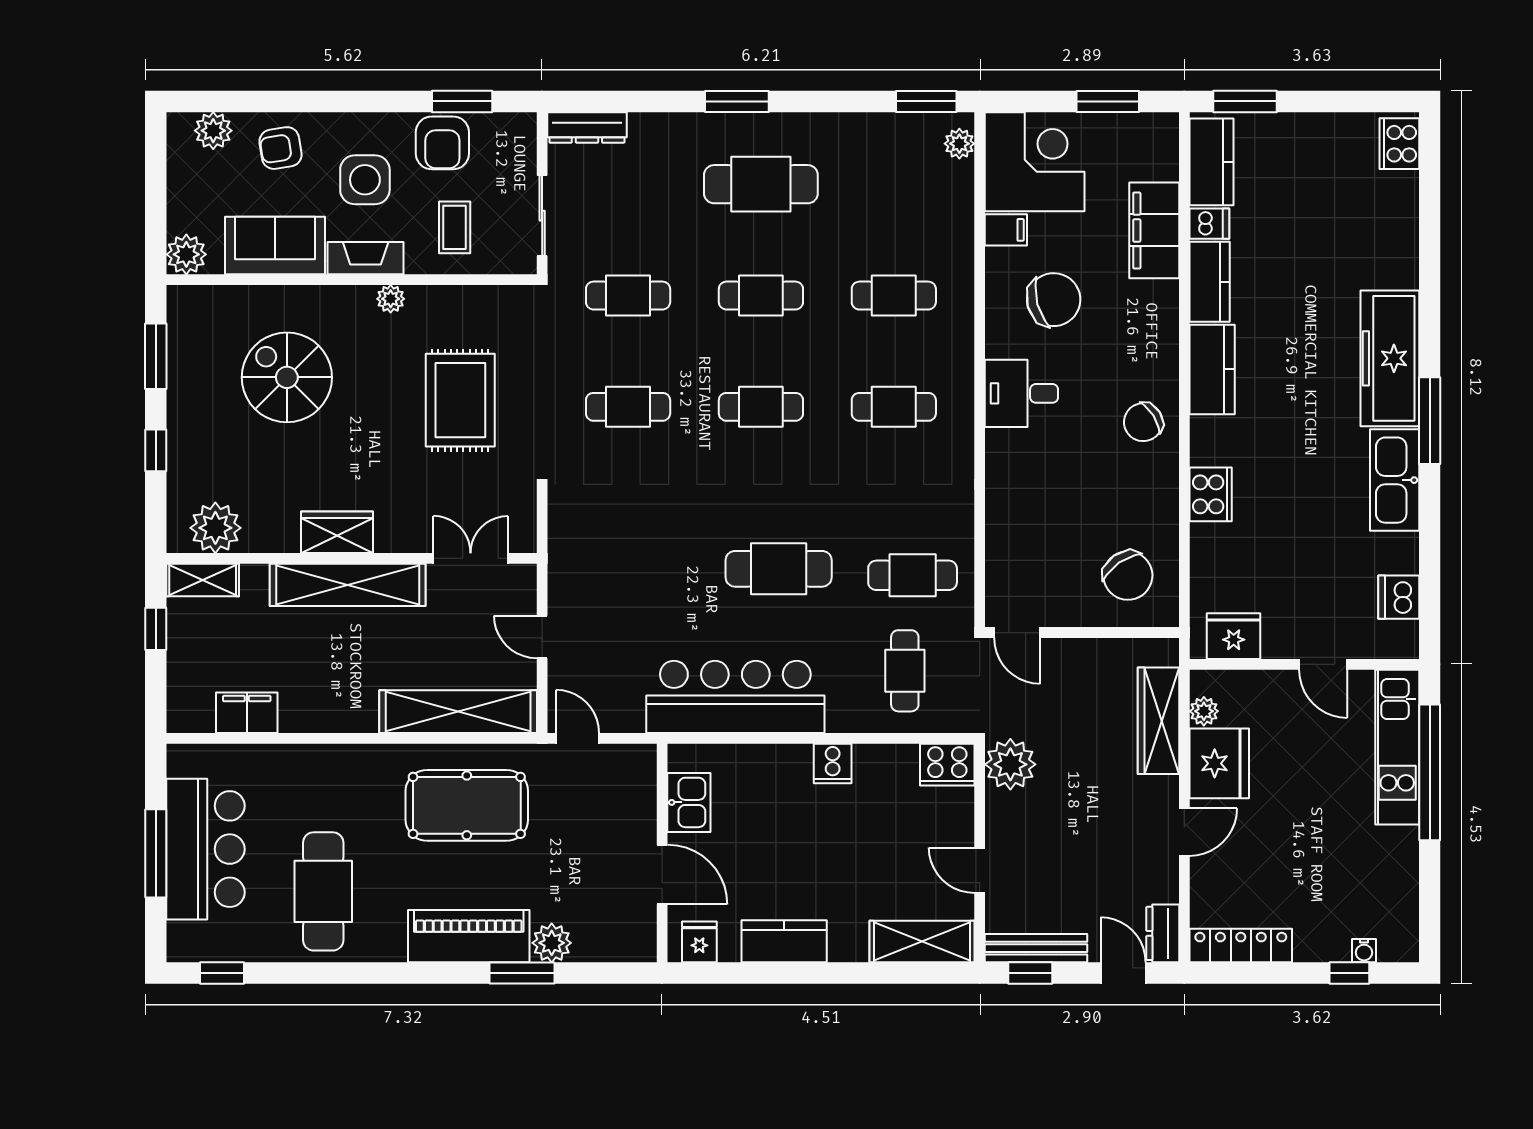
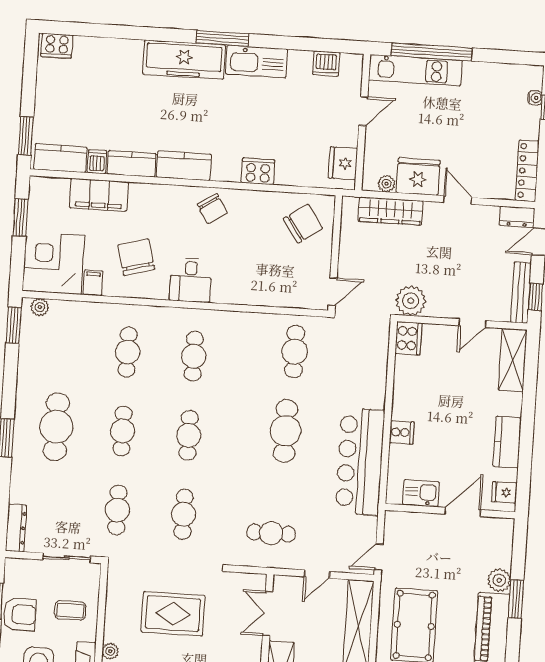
cafe table: (905, 671) -> (271, 533), moved
cooker: (833, 764) -> (402, 432), moved

